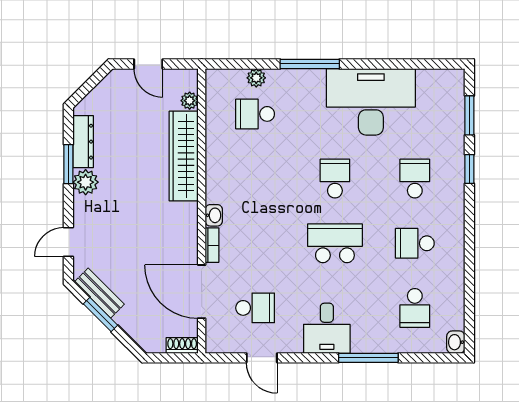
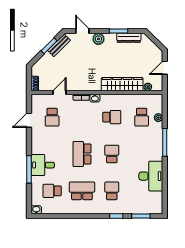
desk: (371, 102) -> (151, 176), width x0.73, depth x0.77
school desk: (255, 114) -> (142, 117), turned 180
school desk: (255, 179) -> (112, 117), added
school desk: (335, 179) -> (112, 154), turned -90
school desk: (415, 179) -> (112, 191), turned -90
plant: (86, 182) -> (98, 39), moved
school desk: (335, 243) -> (82, 154), turned 180
school desk: (415, 243) -> (82, 191), width x1.85
door: (202, 292) -> (60, 92), width x0.53
desk: (327, 328) -> (43, 165), moved

